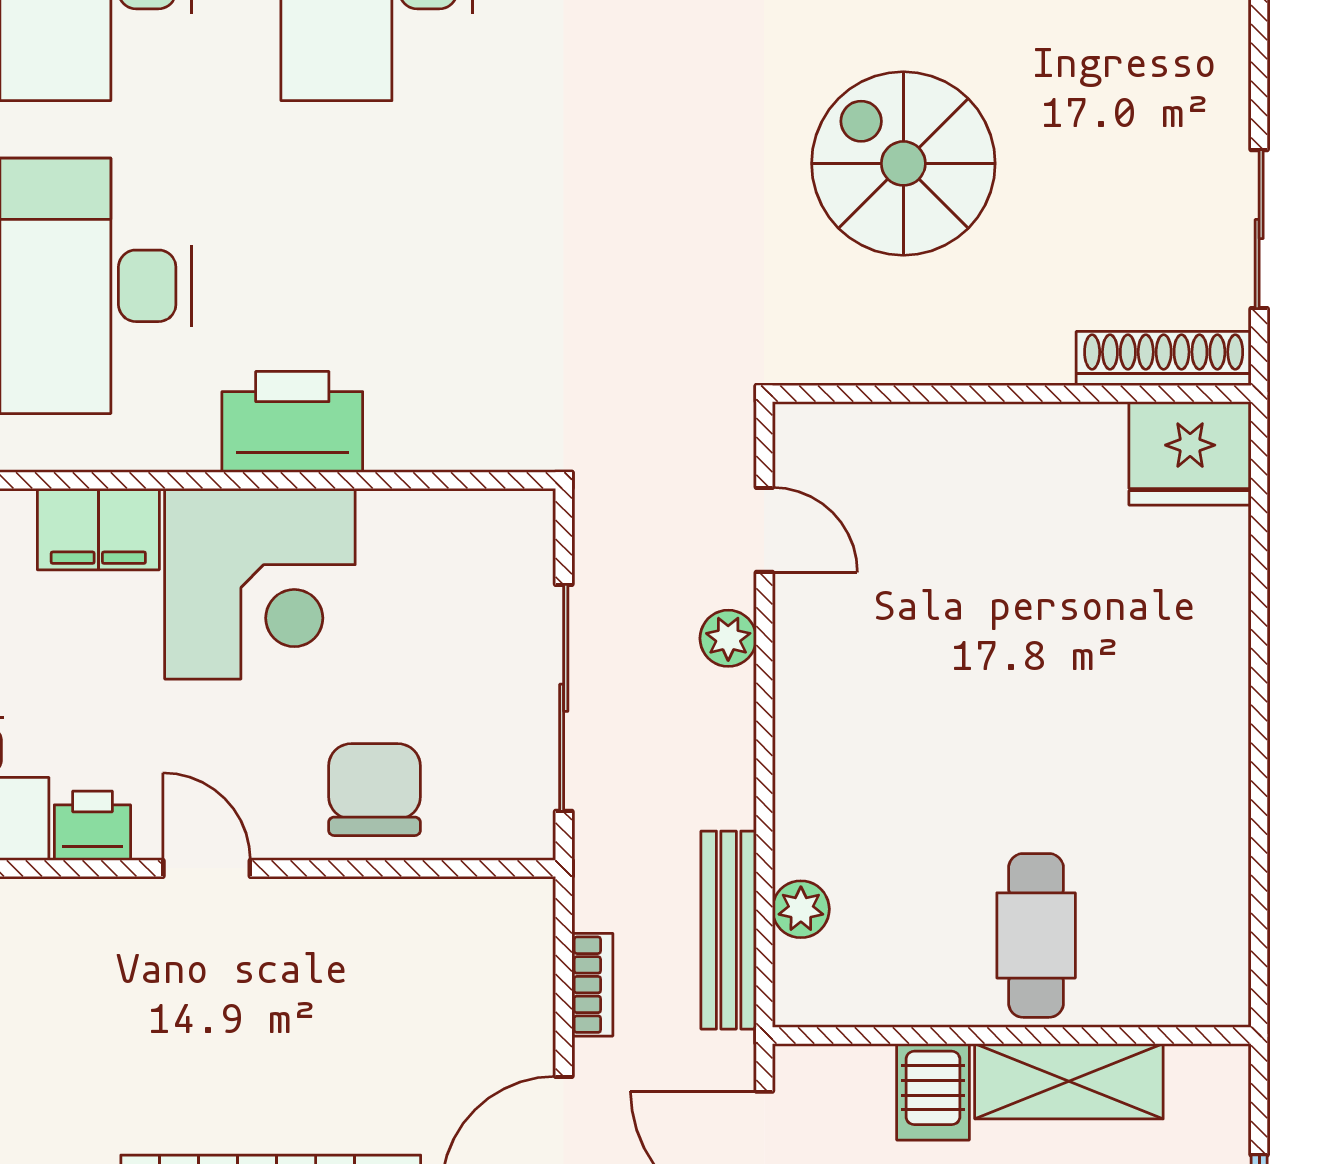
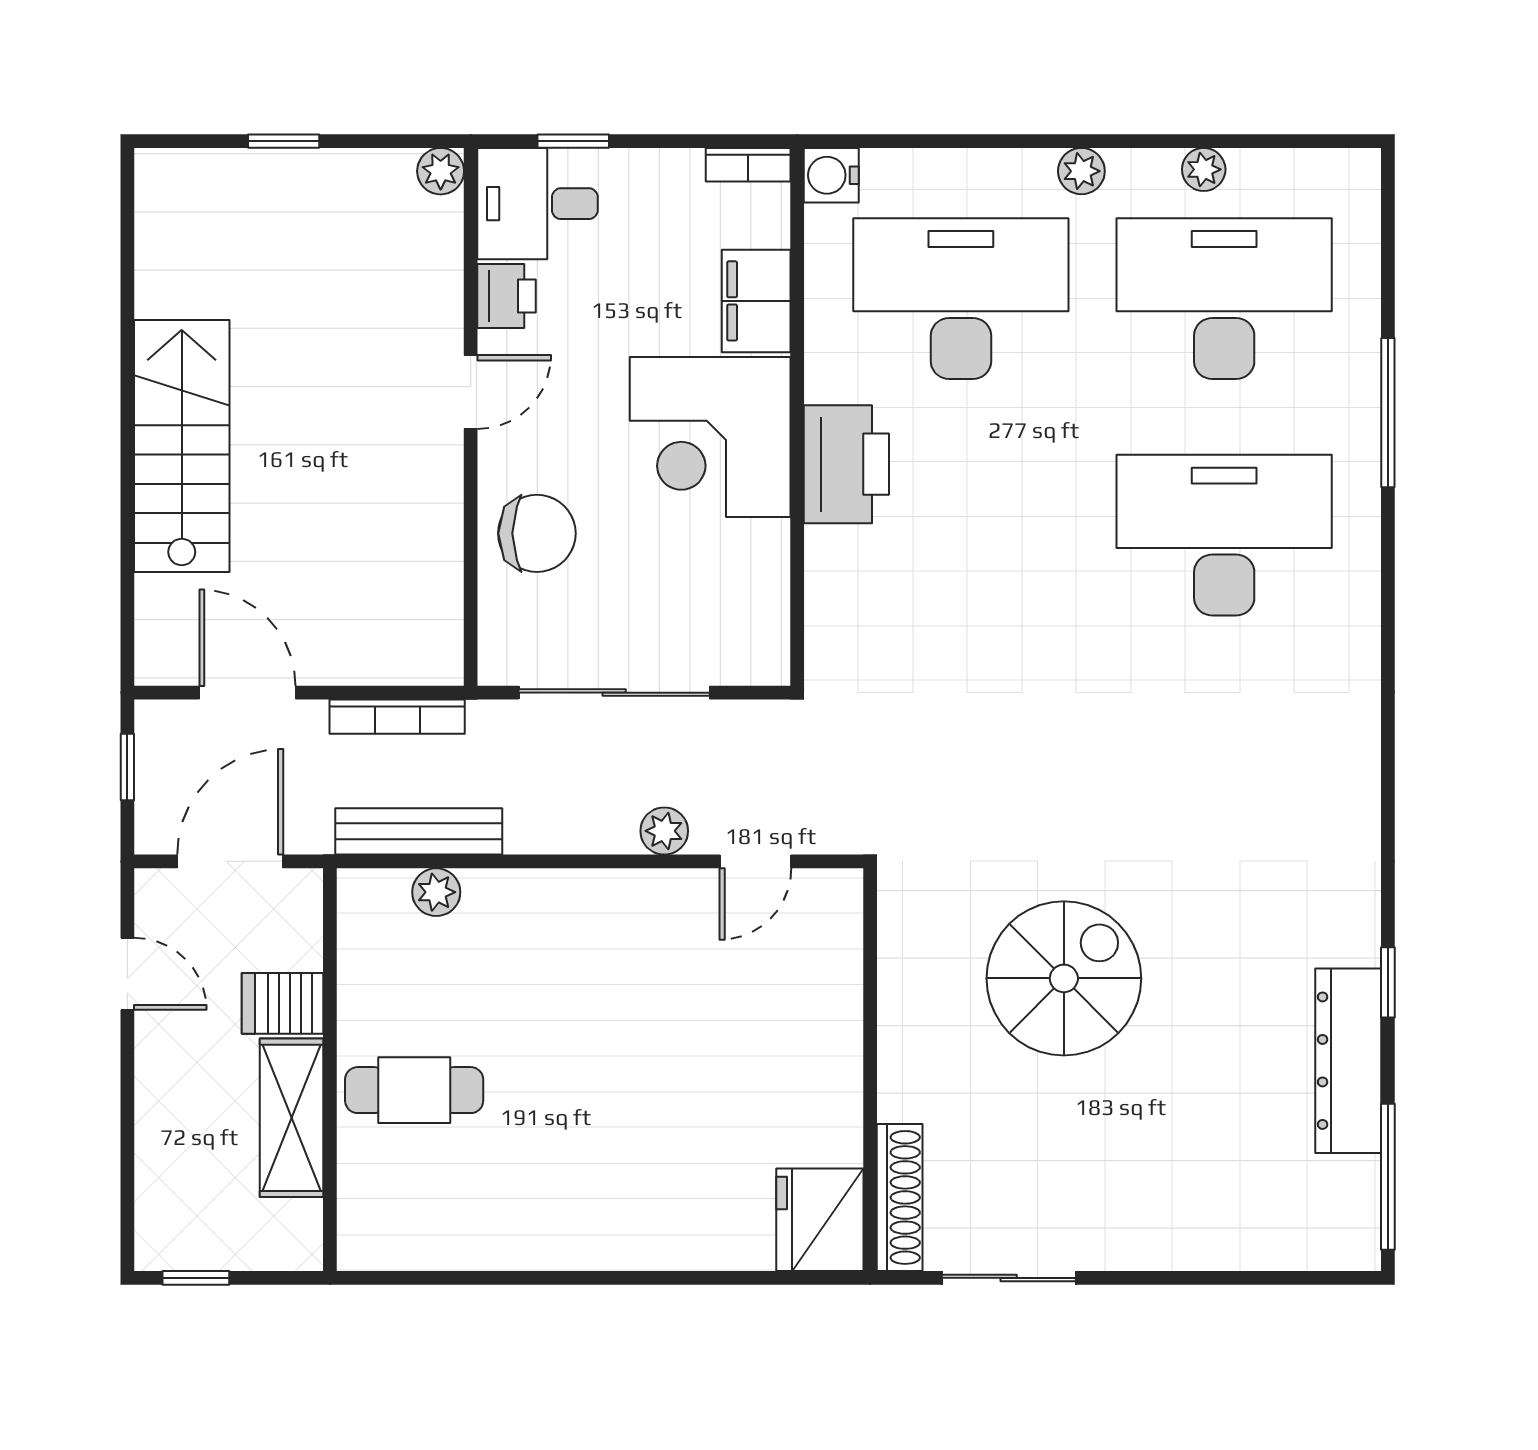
bookcase: (592, 985) -> (397, 717), width x1.56

